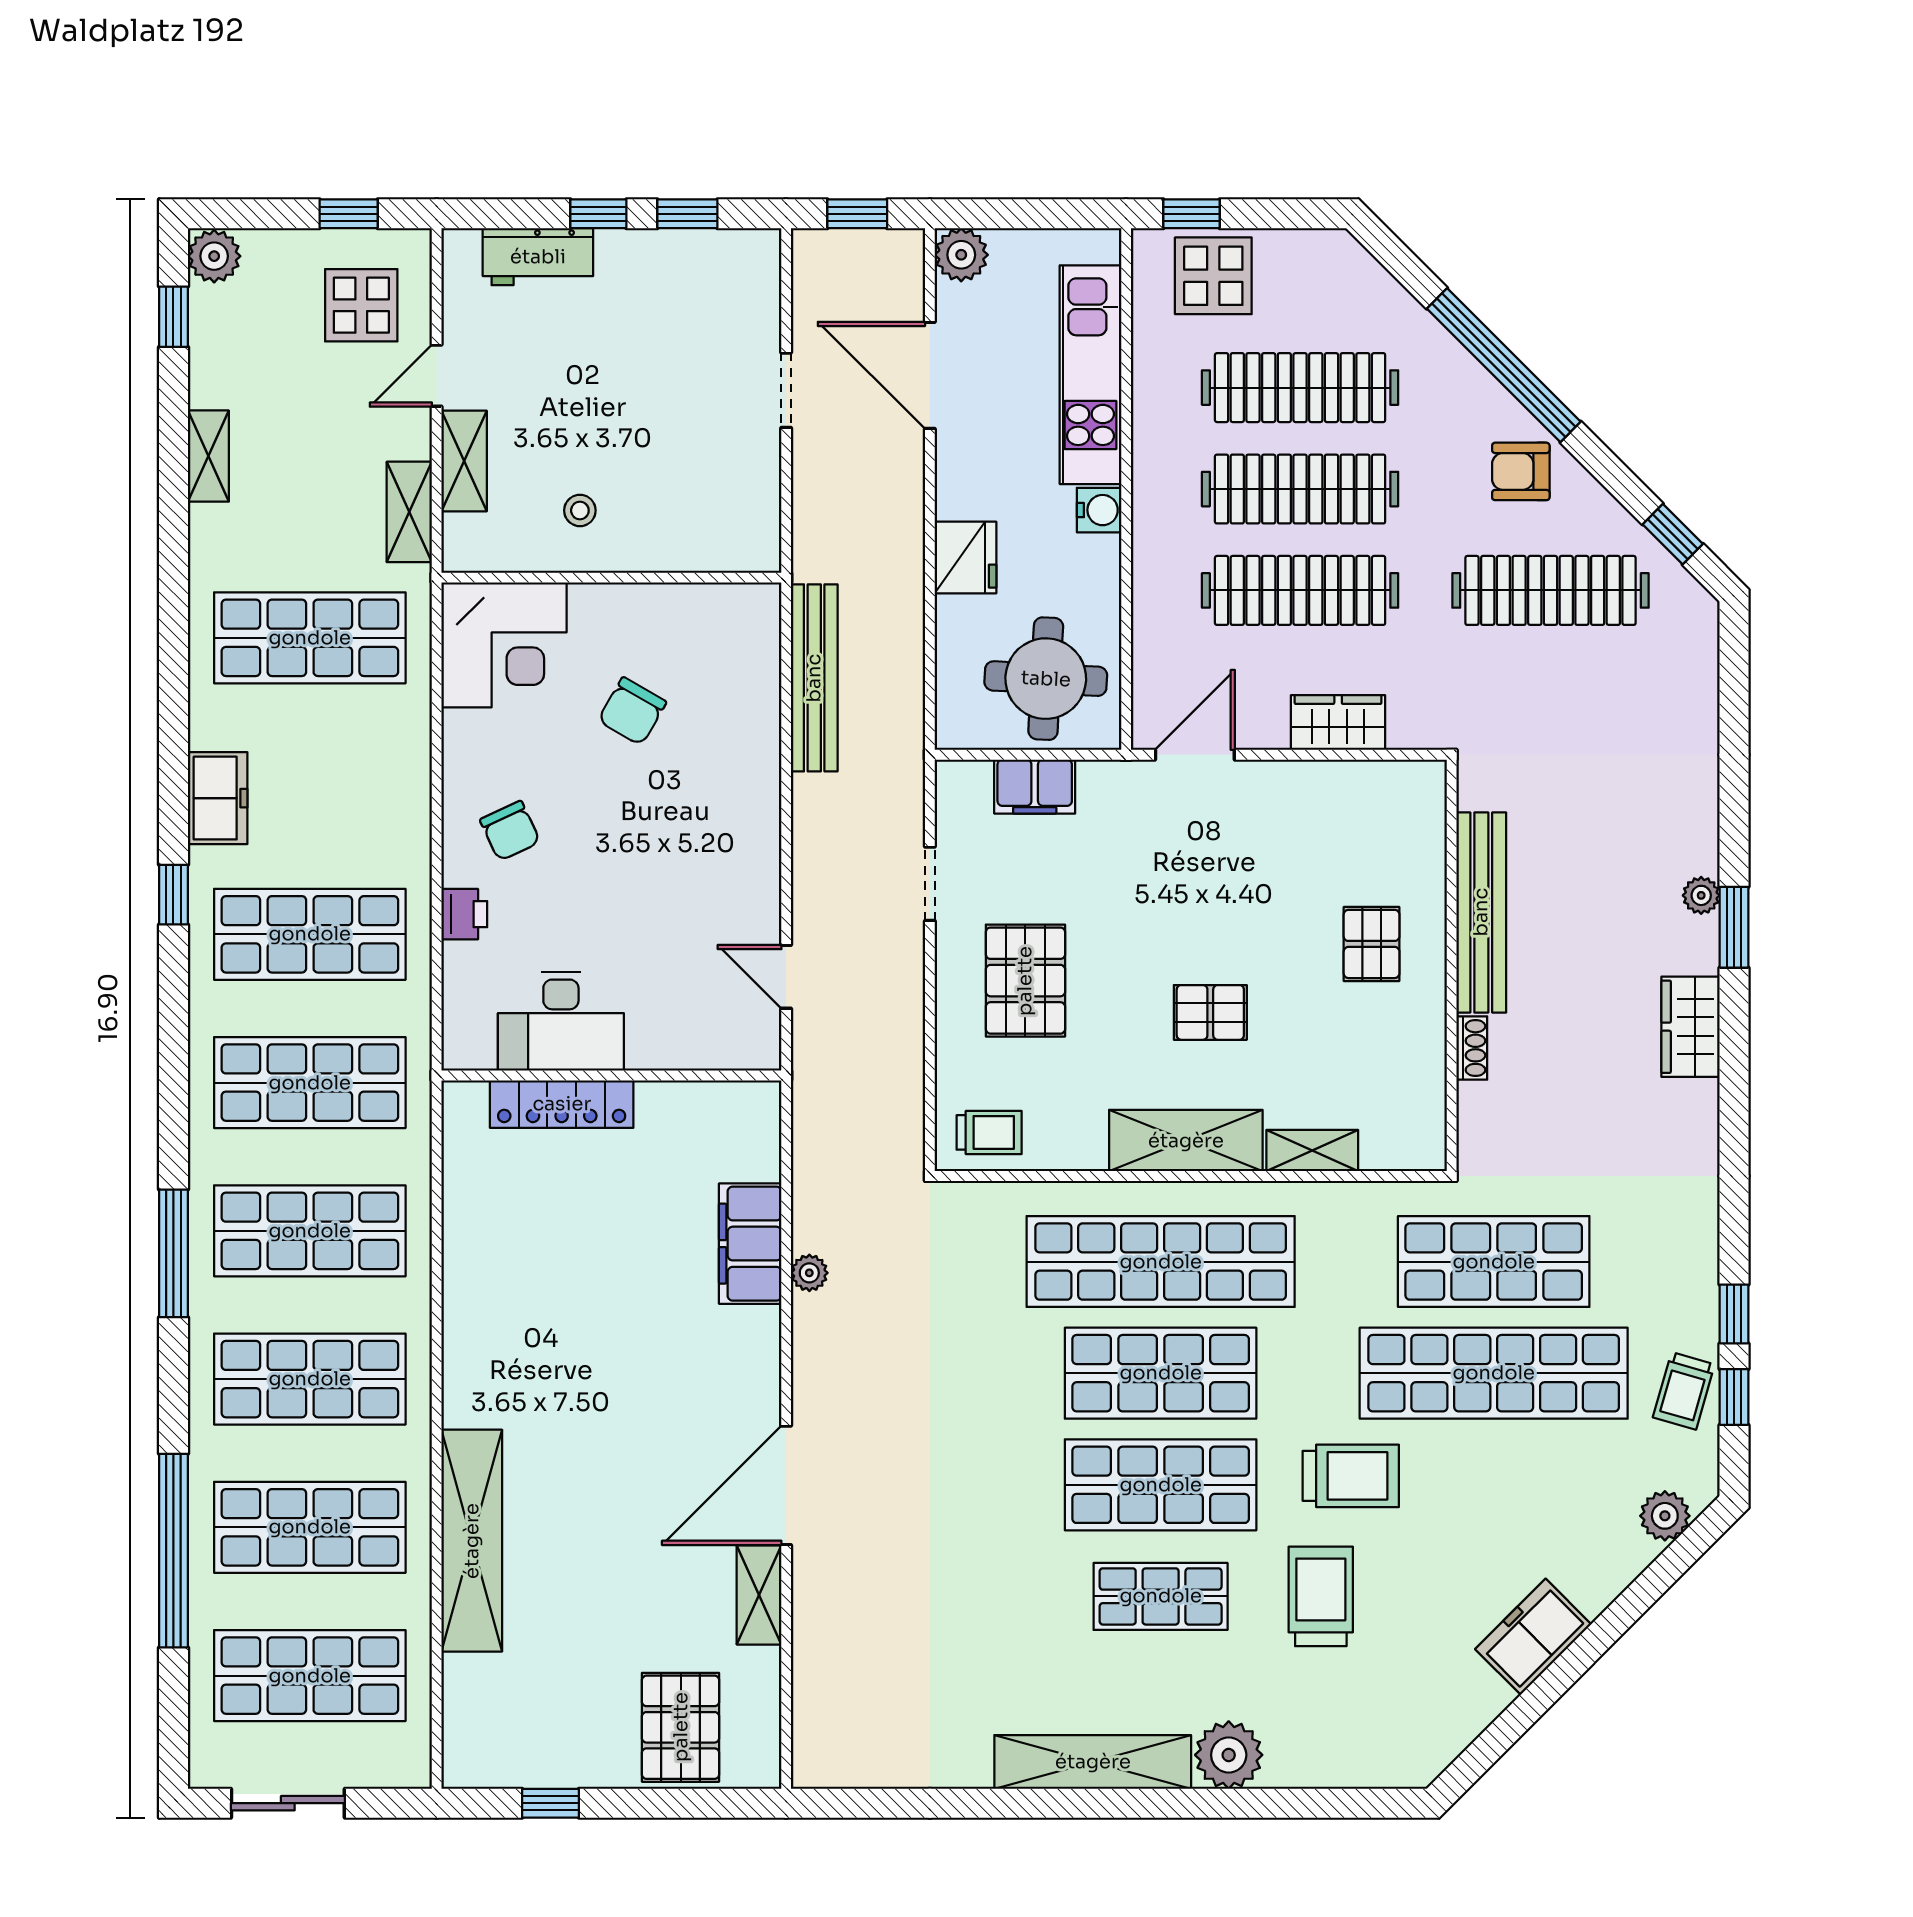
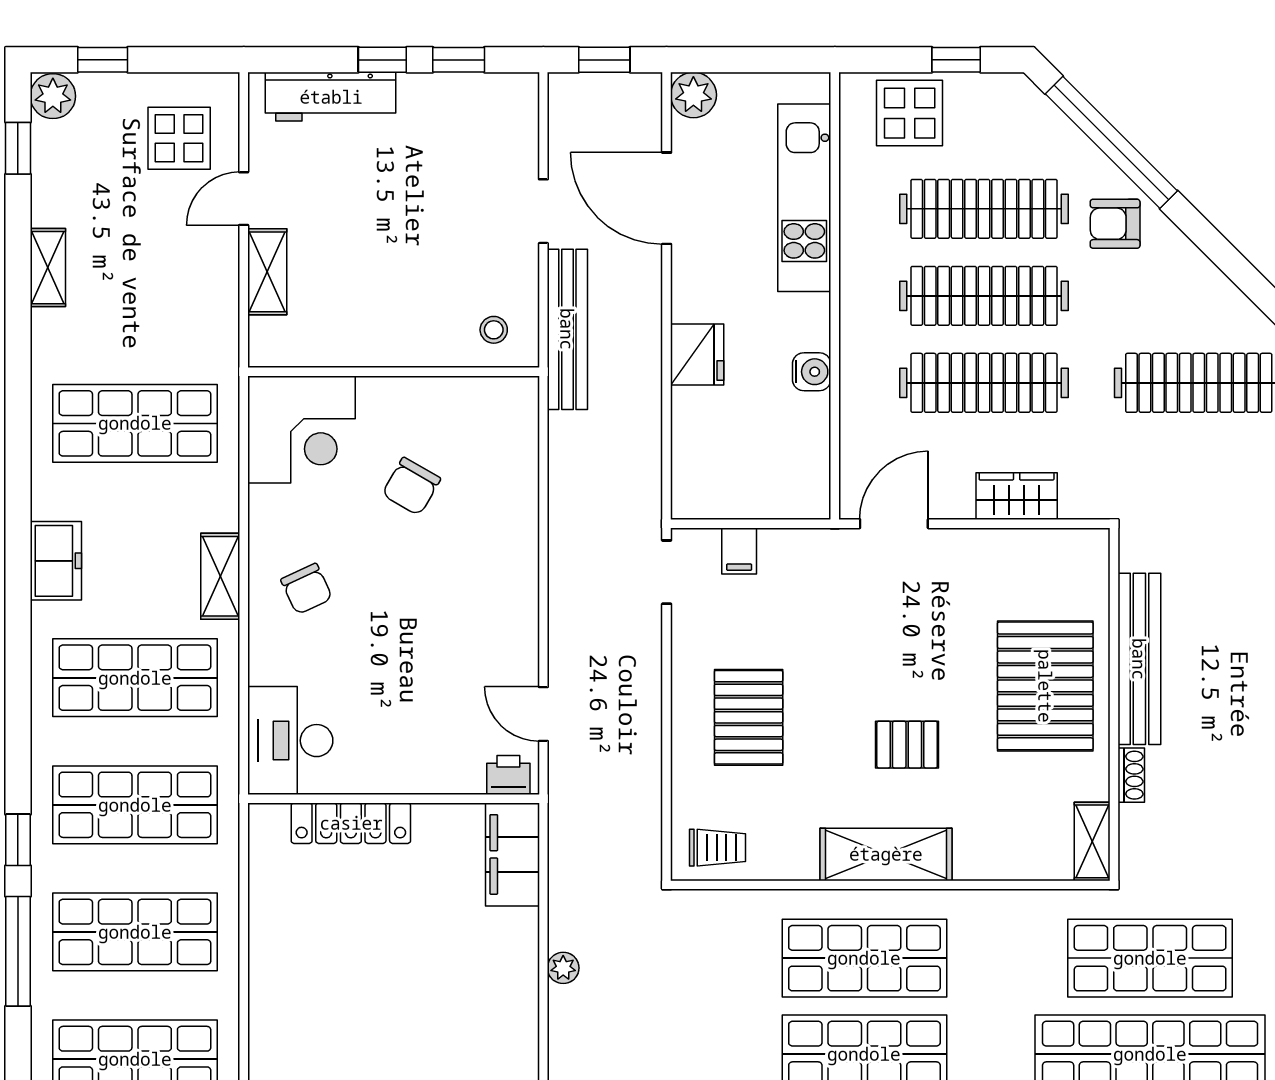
window: (349, 214) -> (103, 60), moved
window: (1192, 214) -> (956, 60), moved
workbench: (538, 257) -> (331, 97), width x1.38
window: (1504, 365) -> (1111, 142), moved
armchair: (1521, 471) -> (1115, 224), moved
stool: (580, 510) -> (494, 330), moved
water cooler: (1099, 510) -> (812, 372), moved
shelving: (409, 512) -> (220, 576), moved
bench: (814, 678) -> (567, 329), moved
round table: (1046, 679) -> (766, 458), removed
filing cabinet: (1035, 787) -> (739, 551), width x0.50
doorway: (930, 884) -> (667, 572), moved
window: (173, 895) -> (18, 840), moved
printer: (464, 914) -> (508, 775), moved, turned -90
pallet: (1372, 944) -> (1045, 686), width x2.05, depth x2.00
desk: (561, 1021) -> (290, 741), moved, turned 90
shelving: (1312, 1151) -> (1092, 841), moved, turned 90
filing cabinet: (750, 1244) -> (512, 854), moved
shop shelf: (1161, 1262) -> (864, 958), width x0.71

